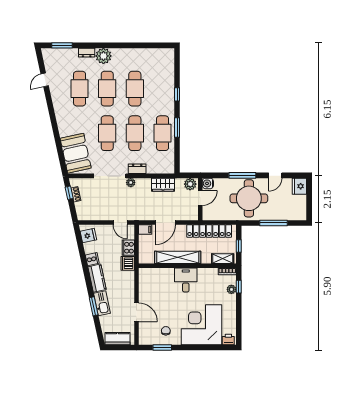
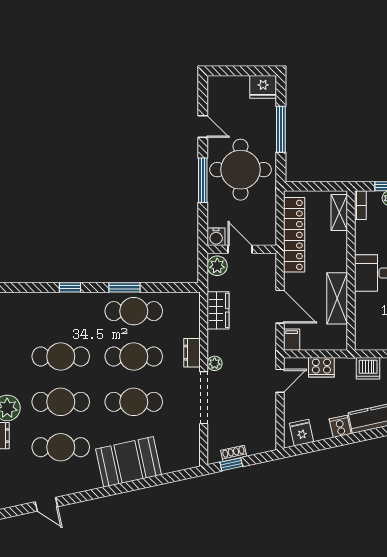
booth: (76, 153) -> (128, 462), moved
fridge: (299, 186) -> (263, 87), moved
window: (239, 246) -> (319, 186), removed
shelving: (178, 257) -> (337, 298), width x0.68
dishwasher: (128, 263) -> (368, 368), moved

